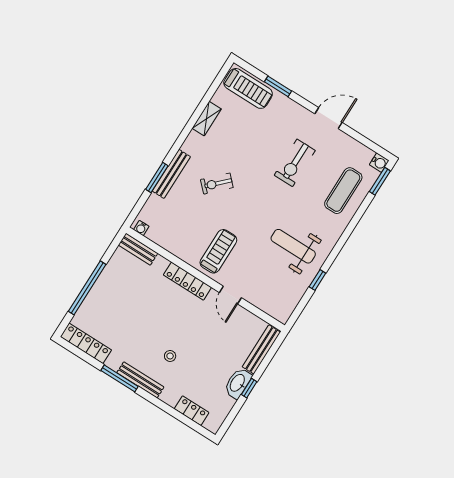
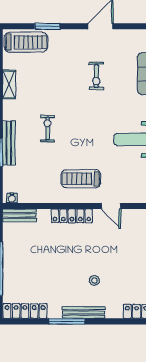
exercise bike: (295, 163) -> (96, 76), width x0.73, depth x0.72
exercise bike: (217, 184) -> (48, 129), turned 135
treadmill: (218, 251) -> (81, 179), turned -90

